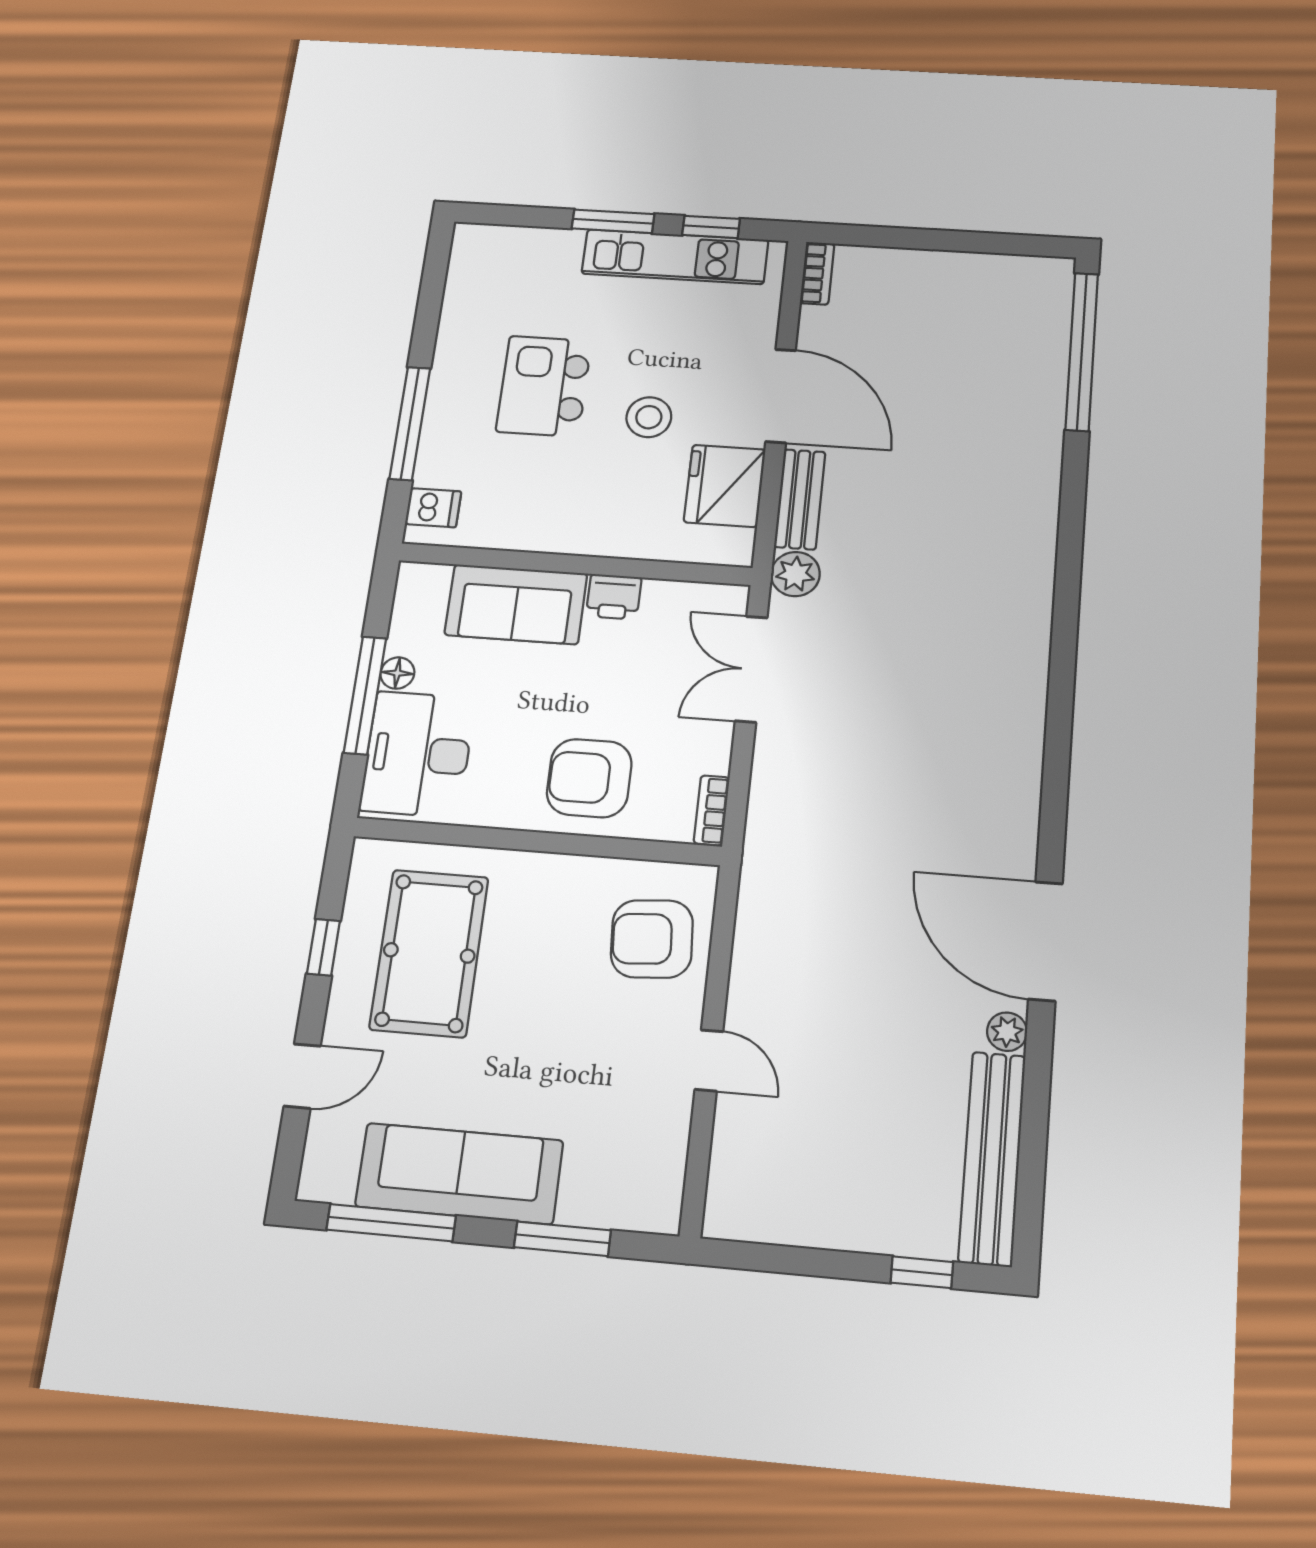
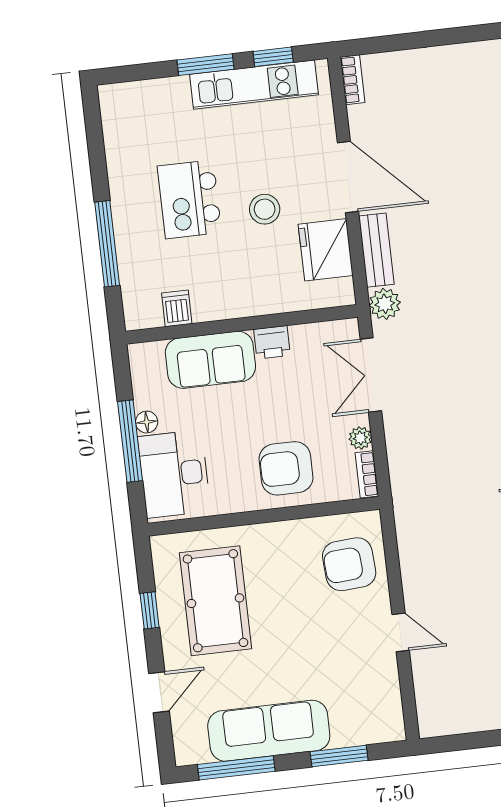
dishwasher: (433, 508) -> (177, 308), moved, turned -90
plant: (714, 756) -> (360, 438), added

